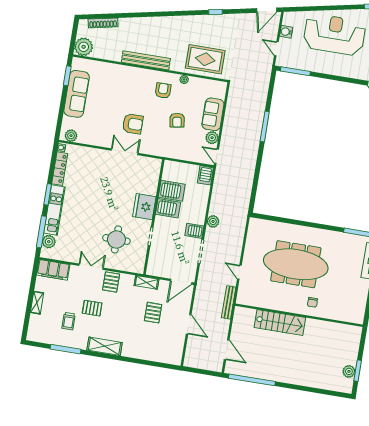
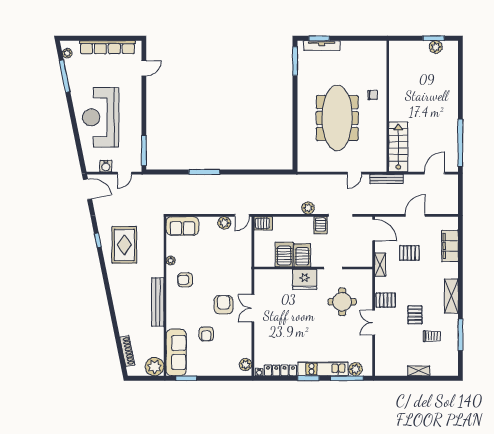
rug: (205, 59) -> (124, 245), moved
sofa: (77, 94) -> (176, 352), moved, turned 90
sofa: (213, 114) -> (182, 226), moved
armchair: (177, 120) -> (206, 334), moved, turned 99
filing cabinet: (53, 270) -> (450, 246), moved, turned 180
stairs: (280, 323) -> (398, 147), moved

